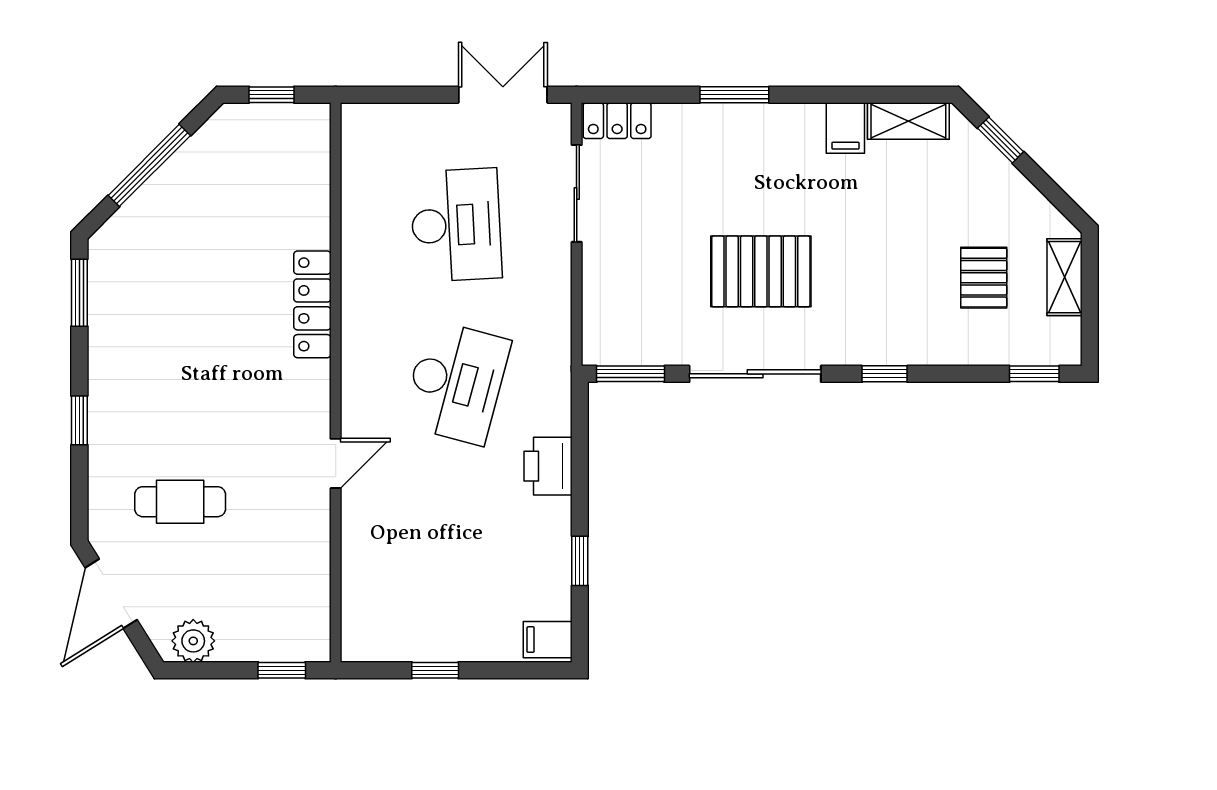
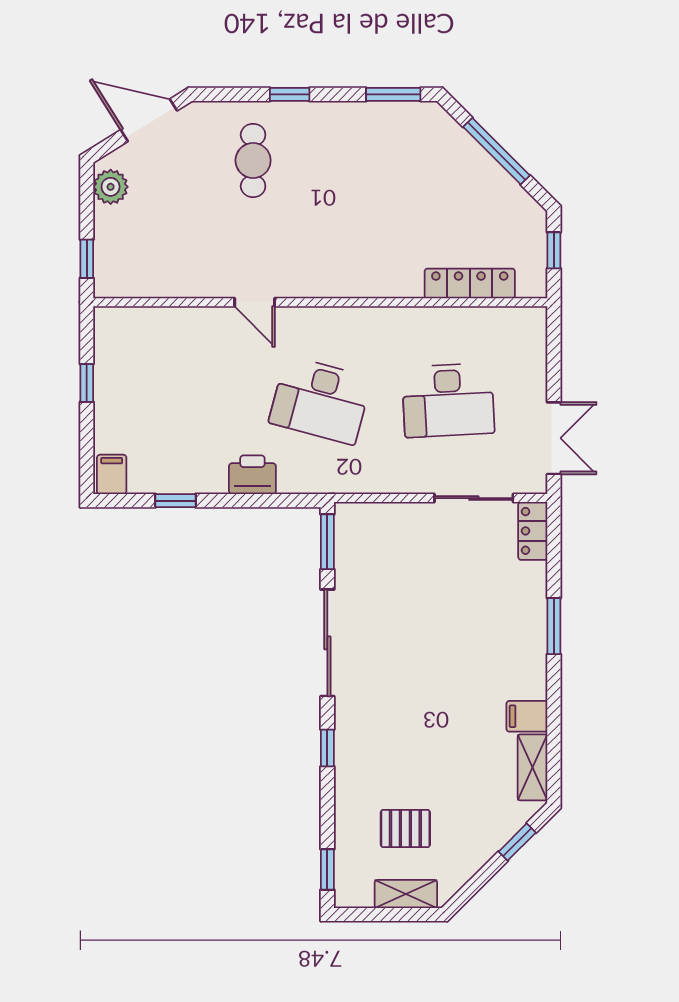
pallet: (761, 271) -> (411, 648), removed
locker: (312, 304) -> (470, 284), moved
cafe table: (180, 502) -> (253, 160), moved

